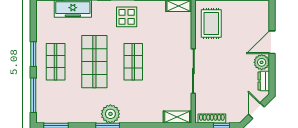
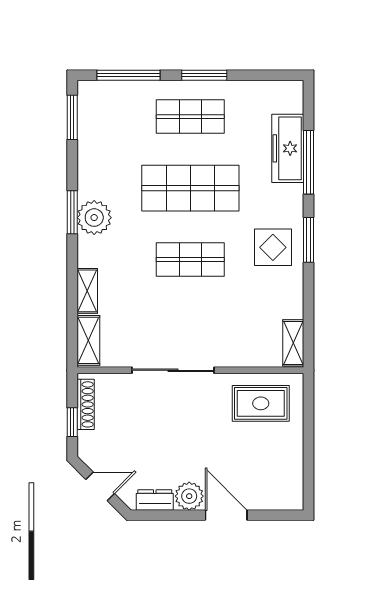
shelving: (150, 118) -> (87, 291), added

